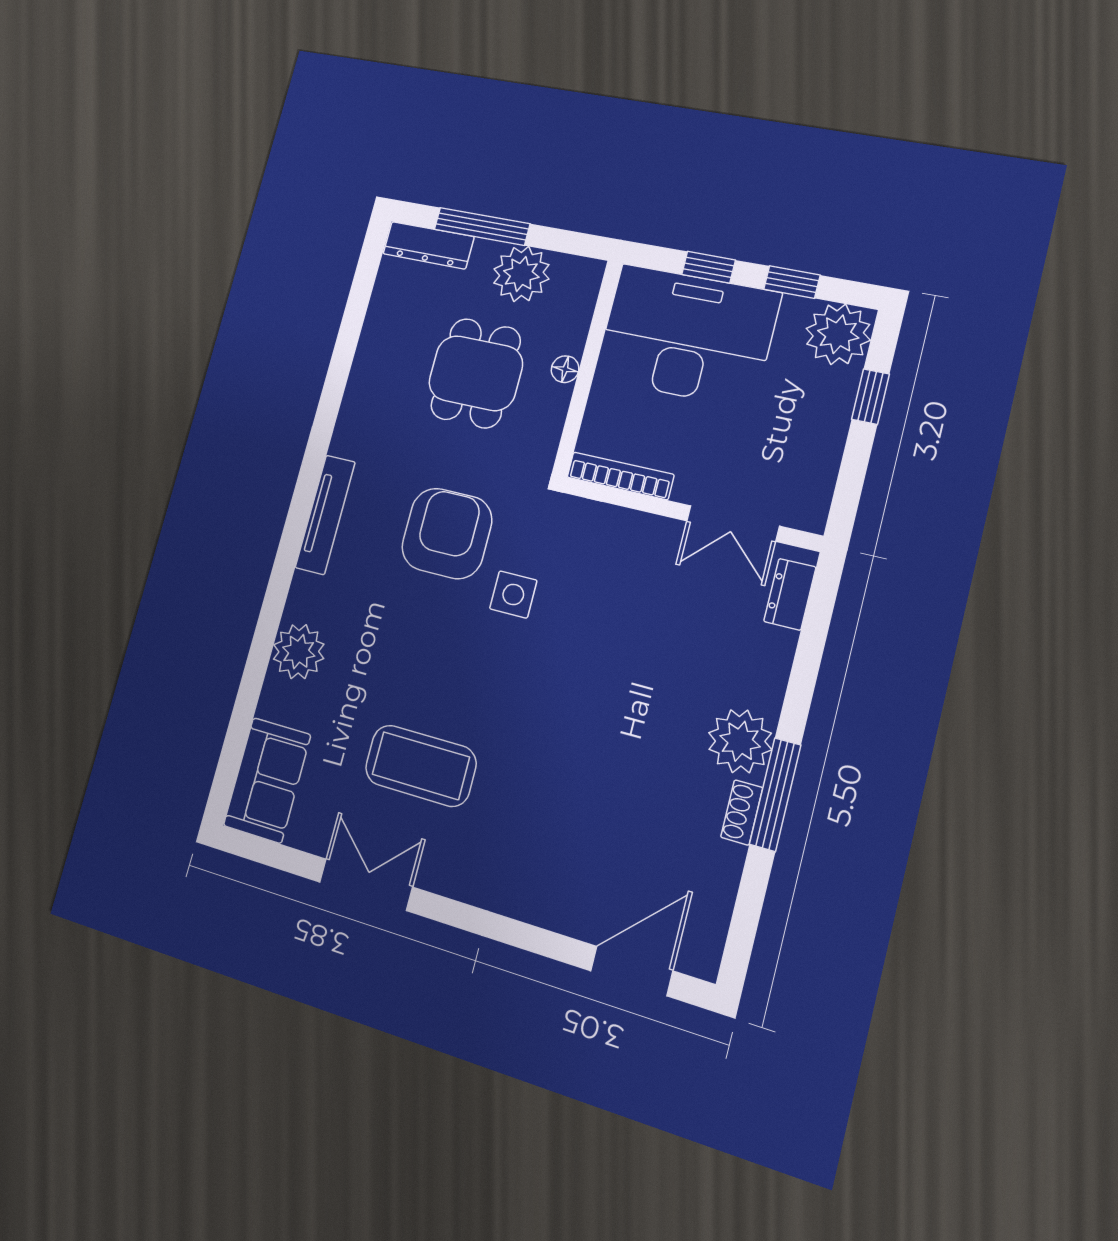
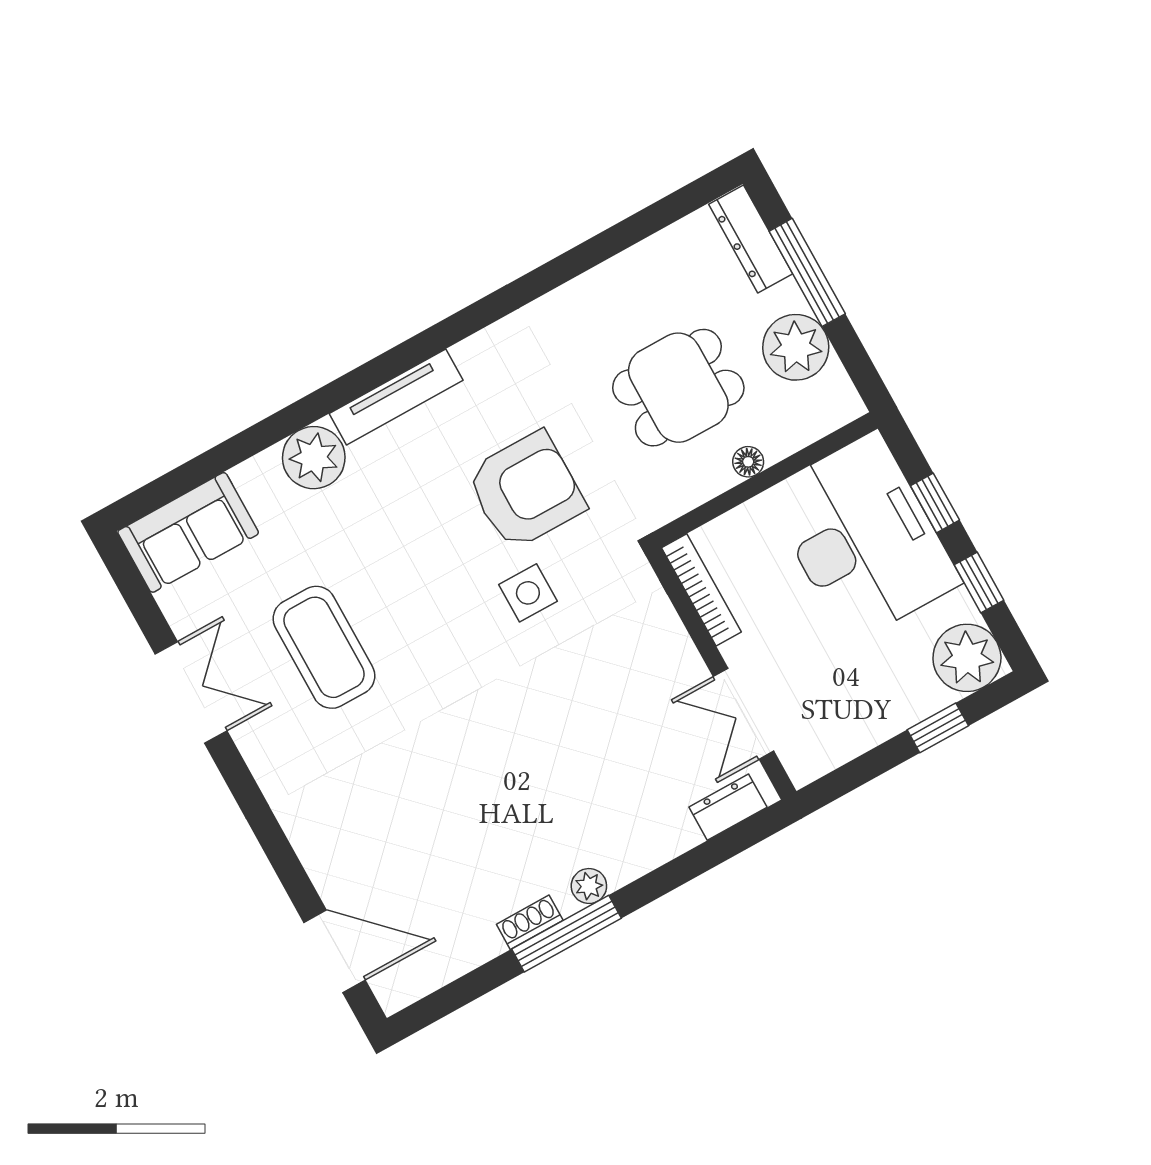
tv unit: (325, 515) -> (396, 397), moved
plant: (740, 741) -> (589, 886), width x0.53, depth x0.53

